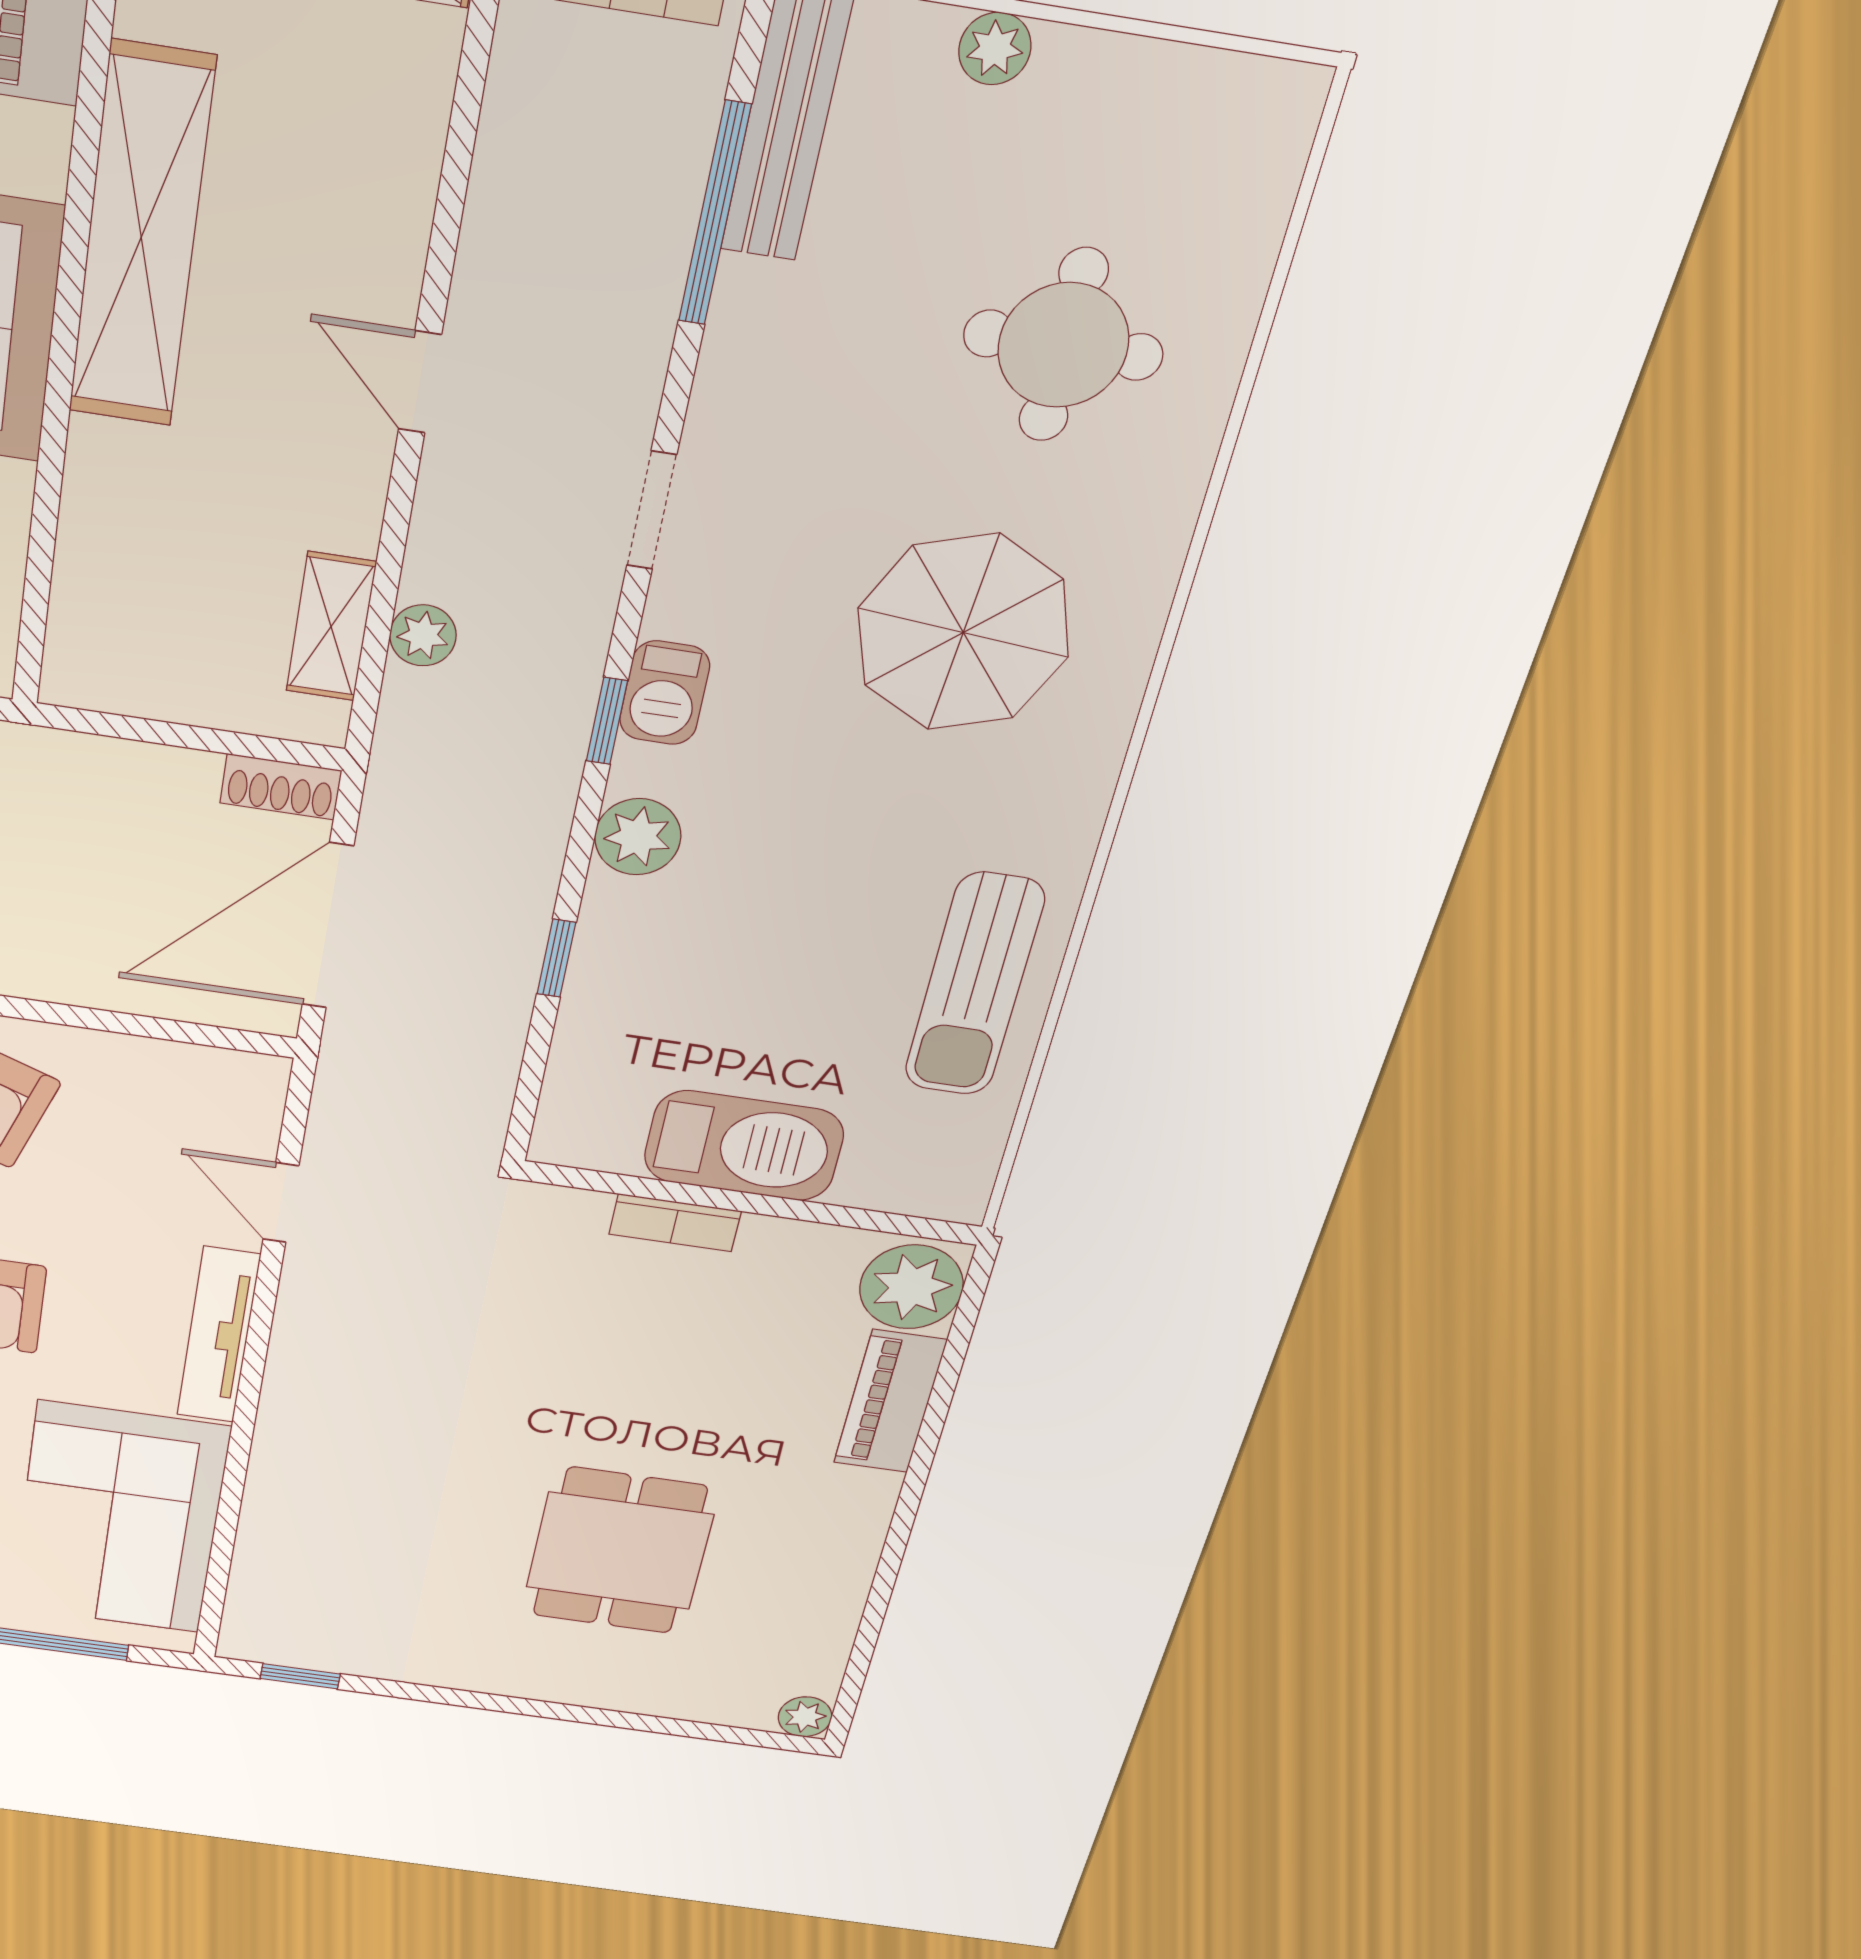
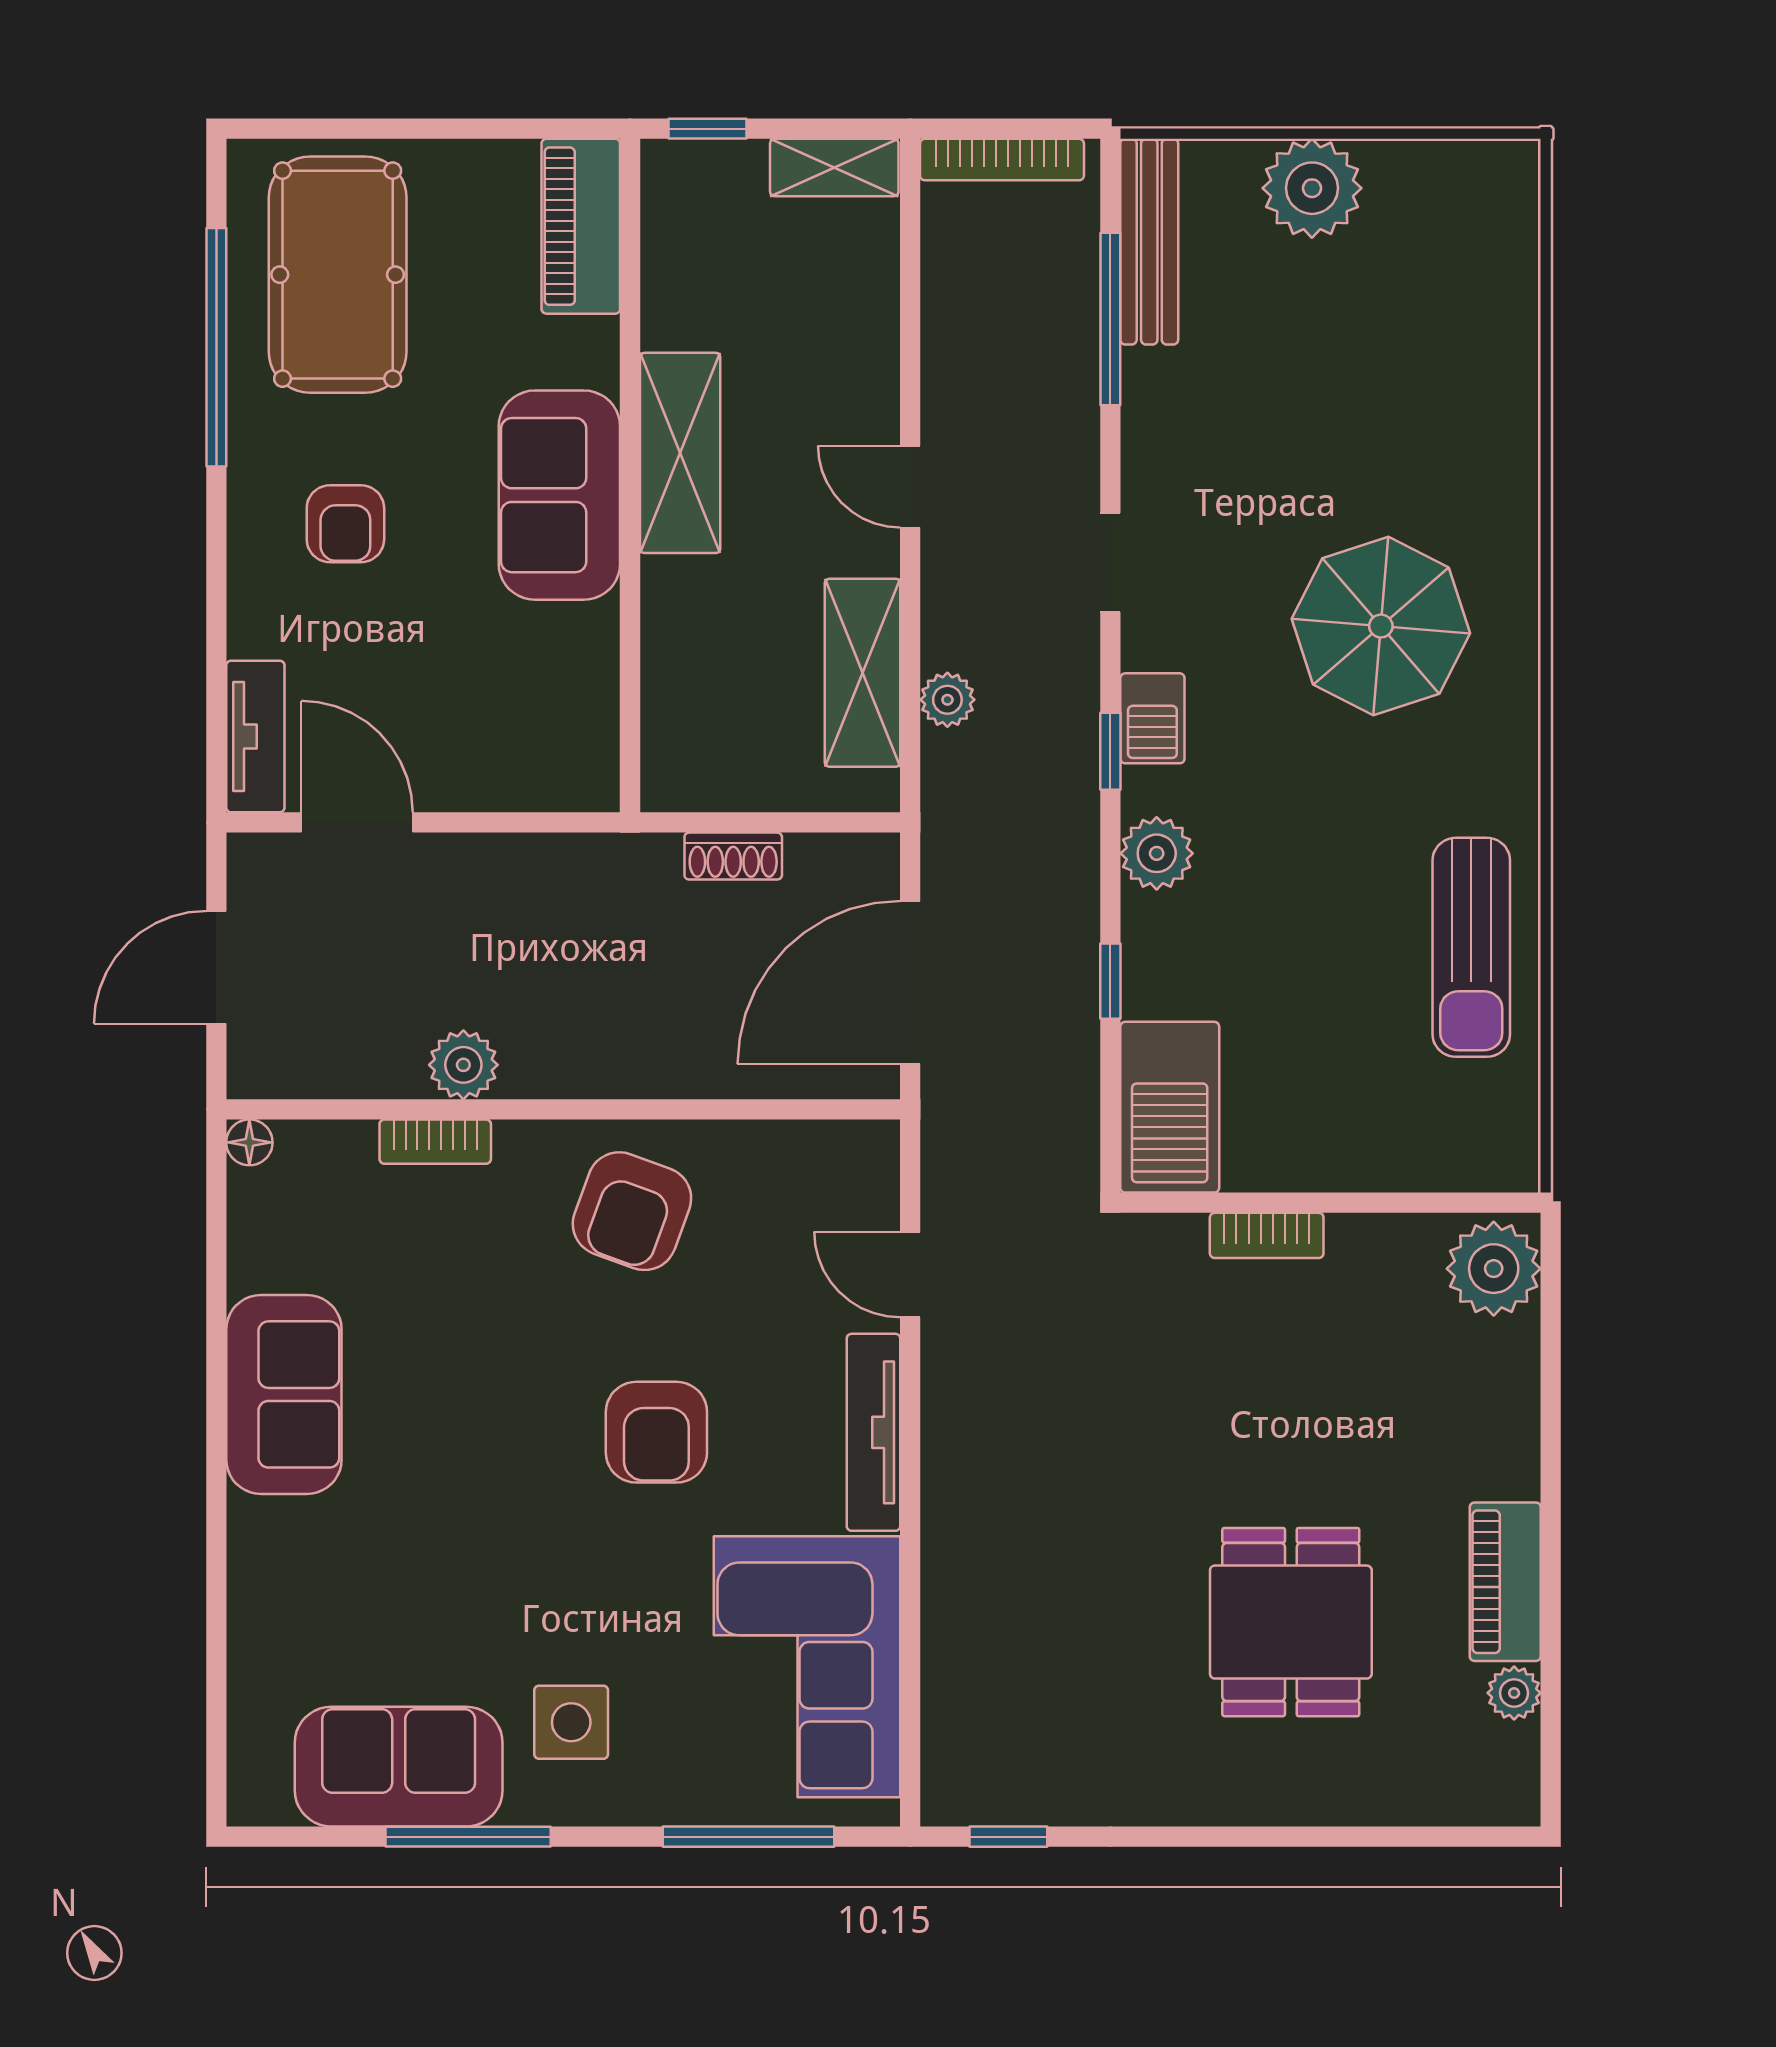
plant: (995, 49) -> (1312, 188), width x1.88, depth x1.88
shelving: (141, 237) -> (680, 453), width x0.68
round table: (1063, 345) -> (1398, 378), removed
shelving: (331, 626) -> (863, 673), width x1.50, depth x1.33
shoe rack: (281, 787) -> (733, 856), moved
barbecue: (744, 1146) -> (1170, 1107), moved, turned 90
piano: (890, 1402) -> (1505, 1582), moved
plant: (805, 1717) -> (1514, 1693), moved

